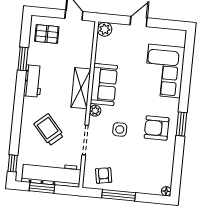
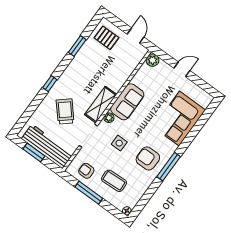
workbench: (33, 81) -> (75, 67), removed
shelving: (81, 88) -> (101, 105), moved
window: (182, 124) -> (169, 167), width x1.44
window: (13, 163) -> (50, 84), moved
coffee table: (136, 169) -> (114, 181), added
armchair: (104, 175) -> (86, 171), turned -80

